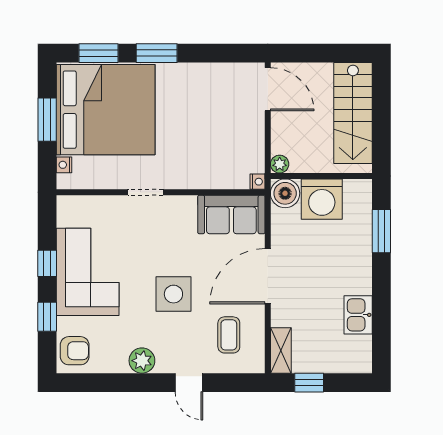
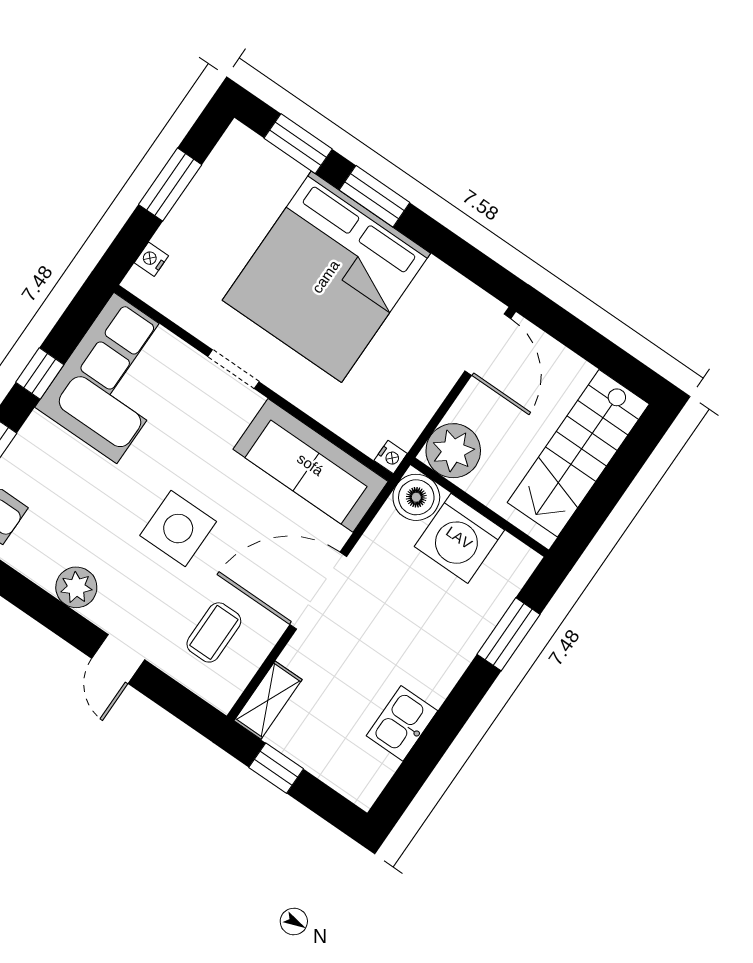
bed: (106, 110) -> (326, 277), moved, turned 90
plant: (280, 164) -> (453, 451), width x1.87, depth x1.87
sofa: (231, 214) -> (310, 465), width x1.36
corner sofa: (88, 272) -> (115, 378), moved

